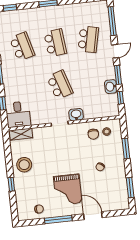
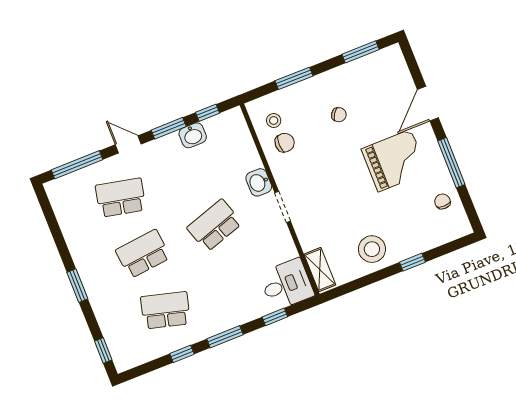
school desk: (22, 46) -> (165, 310), turned 30

